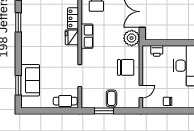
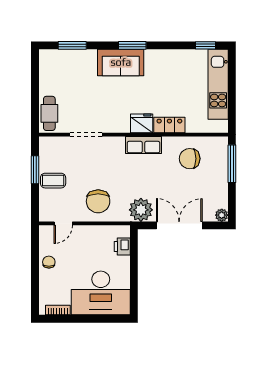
window: (18, 22) -> (132, 45), moved
sofa: (30, 80) -> (121, 62), moved
door: (141, 91) -> (63, 223), hinge flipped

